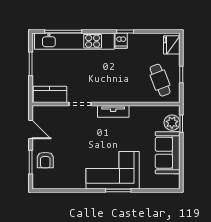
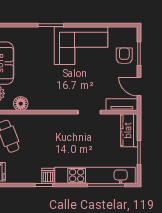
kitchen counter: (50, 94) -> (129, 130), moved, turned 90
tv unit: (113, 111) -> (122, 105), moved
floor lamp: (148, 113) -> (21, 104), added
corner sofa: (113, 170) -> (81, 46), moved

